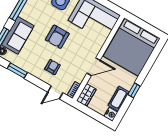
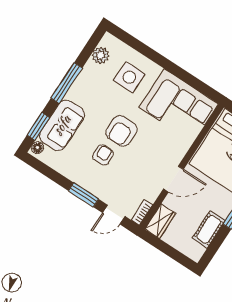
armchair: (53, 67) -> (103, 155), moved
window: (17, 70) -> (84, 195), moved
nightstand: (111, 114) -> (196, 252), removed

